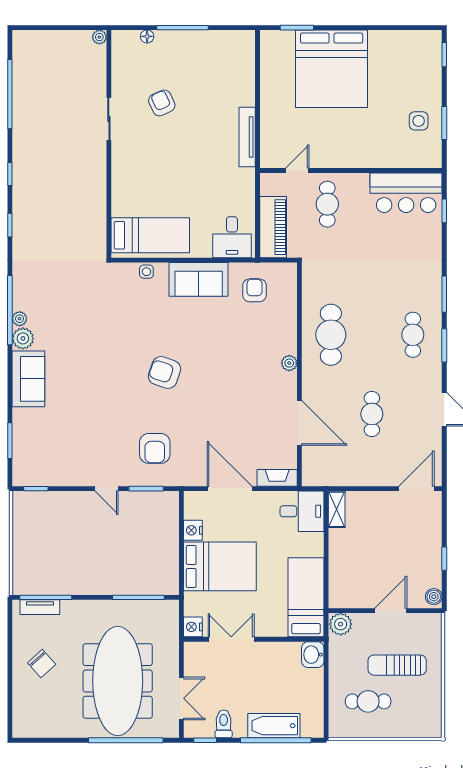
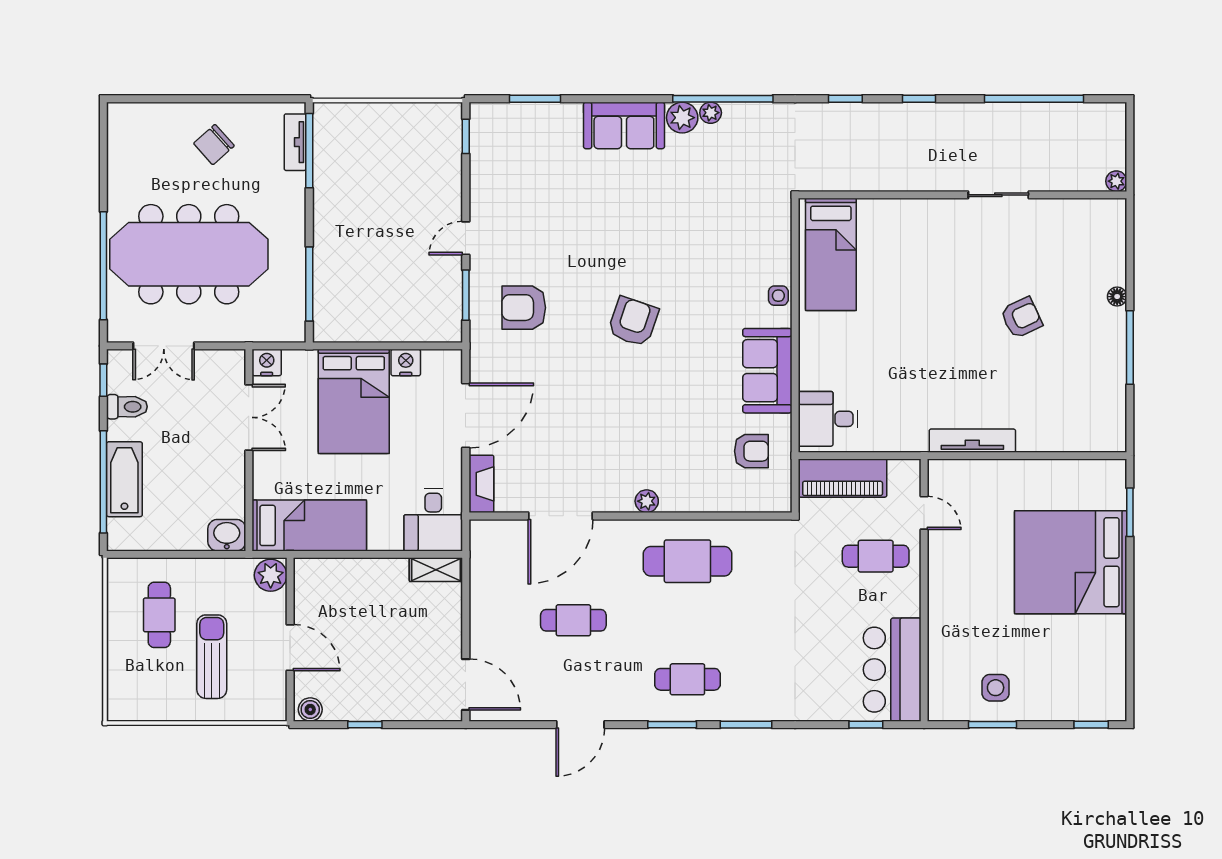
plant: (99, 37) -> (1116, 181), moved
sliding door: (109, 119) -> (998, 195), moved
wall: (109, 144) -> (963, 195), moved
bed: (150, 235) -> (831, 254), moved

